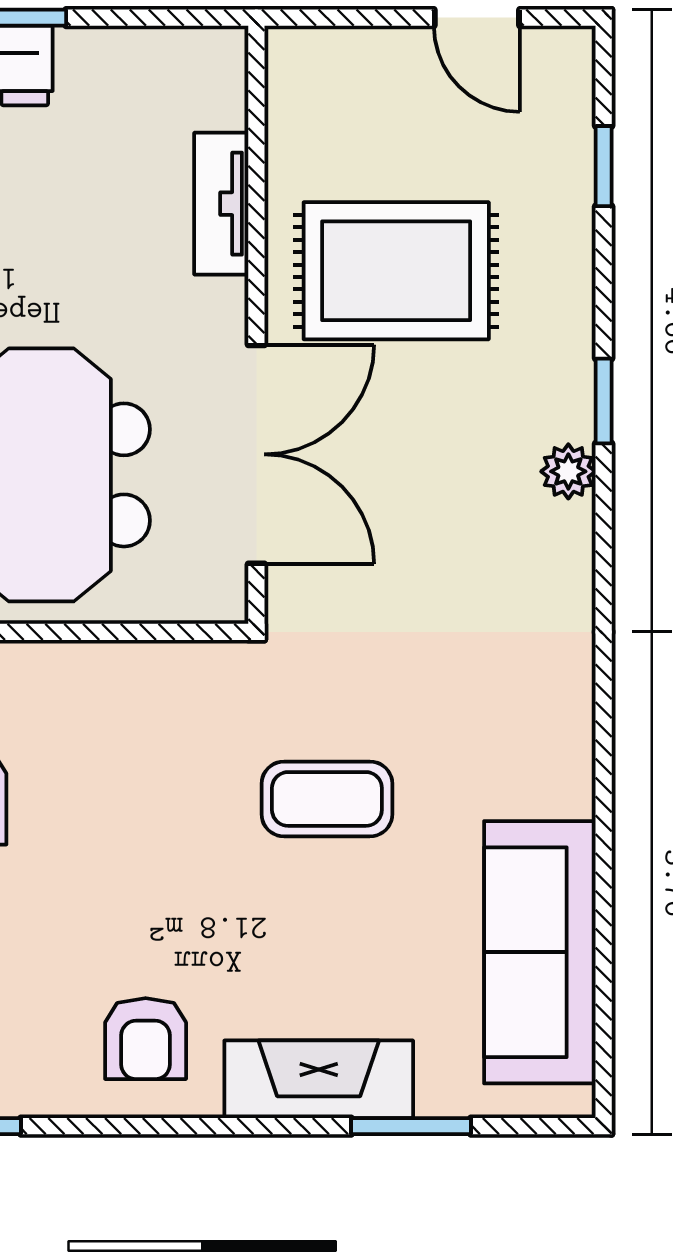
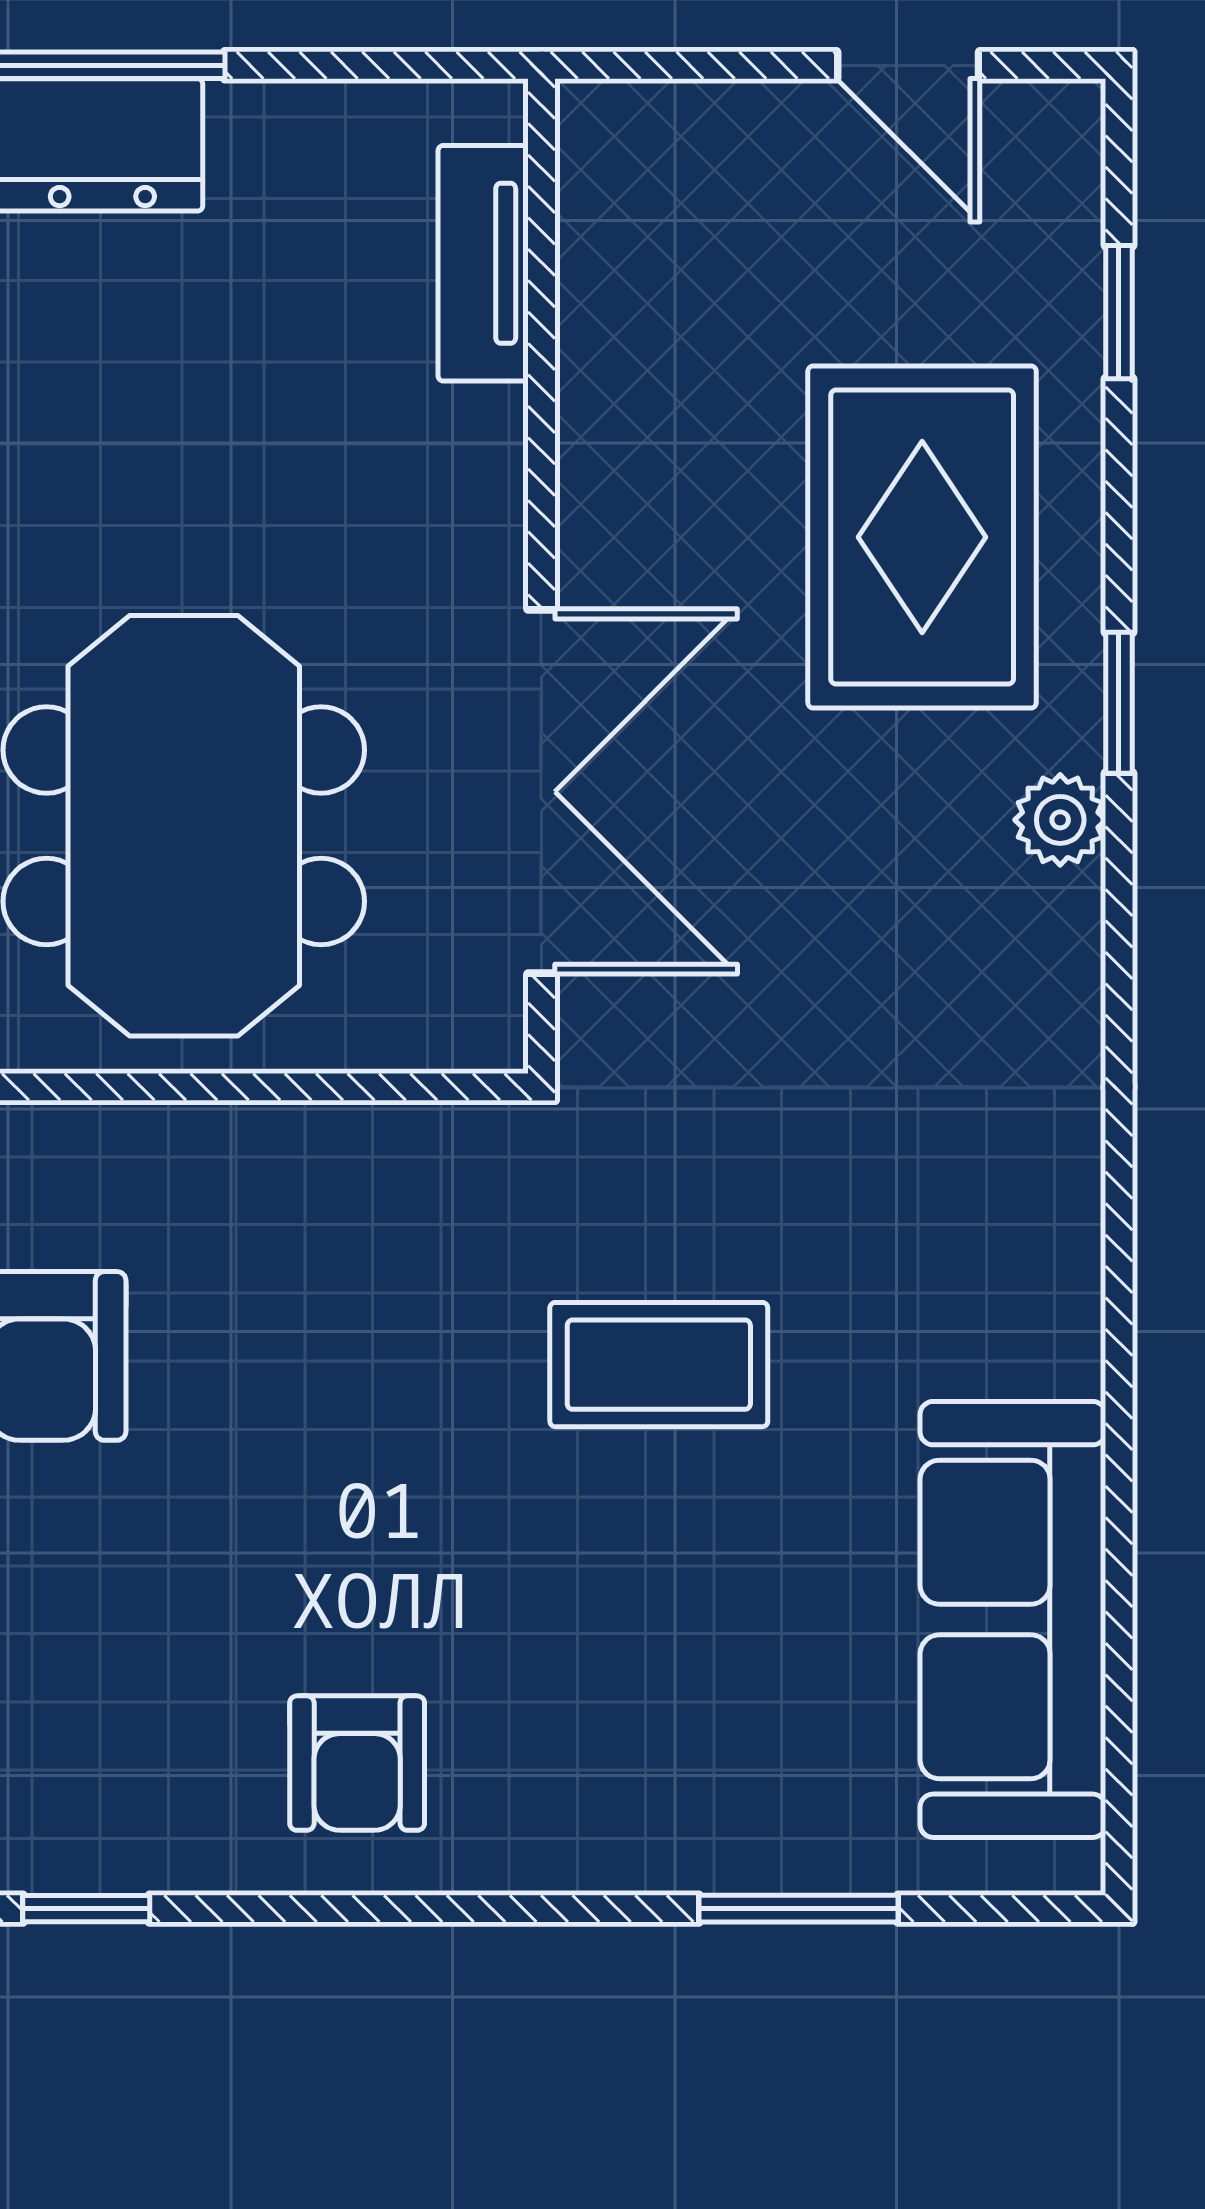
tv unit: (221, 204) -> (483, 263), moved
rug: (396, 271) -> (922, 537), moved, turned 90
fireplace: (319, 1079) -> (645, 1831), removed

